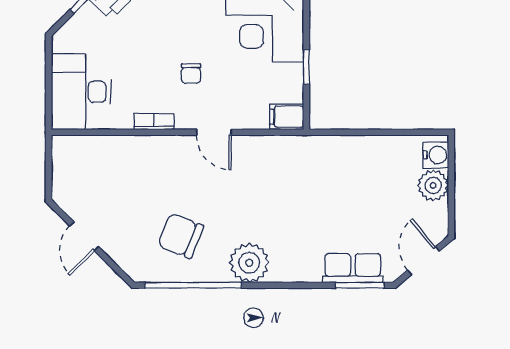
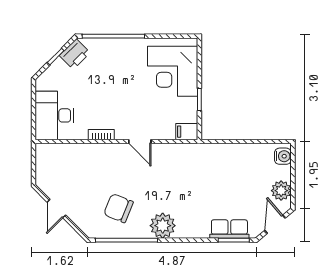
chair: (191, 74) -> (125, 104), removed
plant: (433, 185) -> (281, 191), moved

